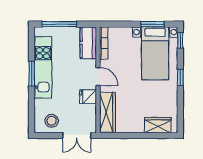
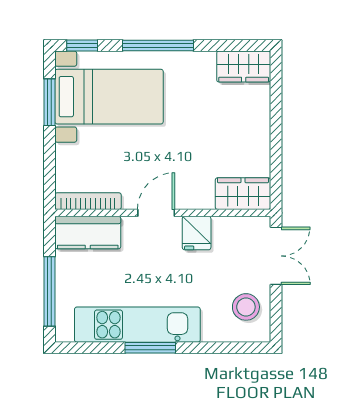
window: (180, 77) -> (158, 45), width x2.17
wardrobe: (107, 113) -> (243, 194), width x0.67
wardrobe: (158, 125) -> (244, 66), moved, turned -90

